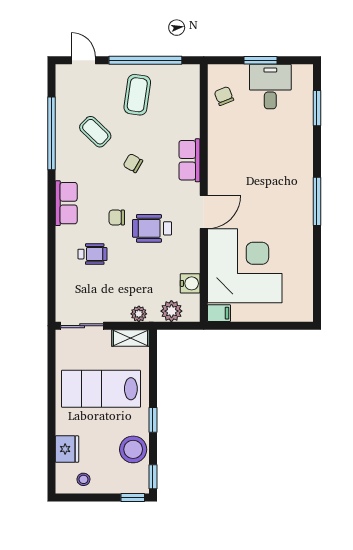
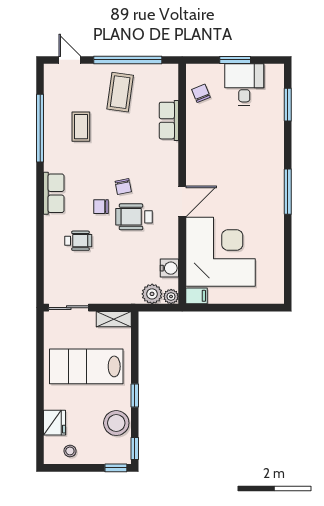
coffee table: (95, 132) -> (81, 127), turned 46
row of seats: (190, 160) -> (169, 121), moved
chair: (133, 163) -> (123, 186), moved, turned -131
plant: (139, 314) -> (171, 296), moved

